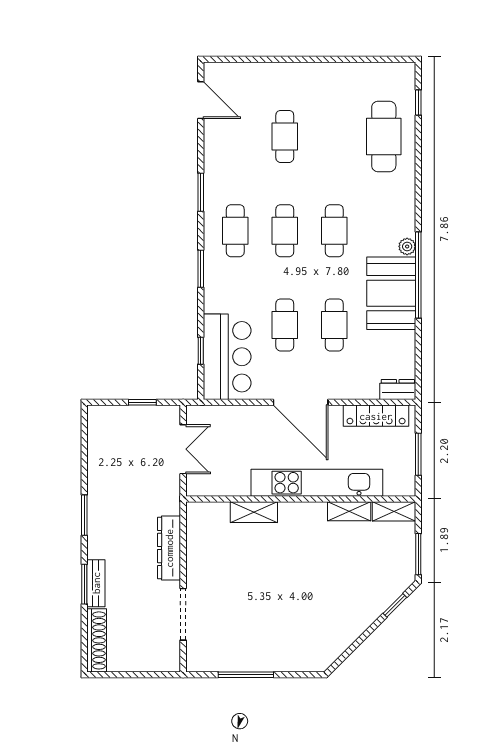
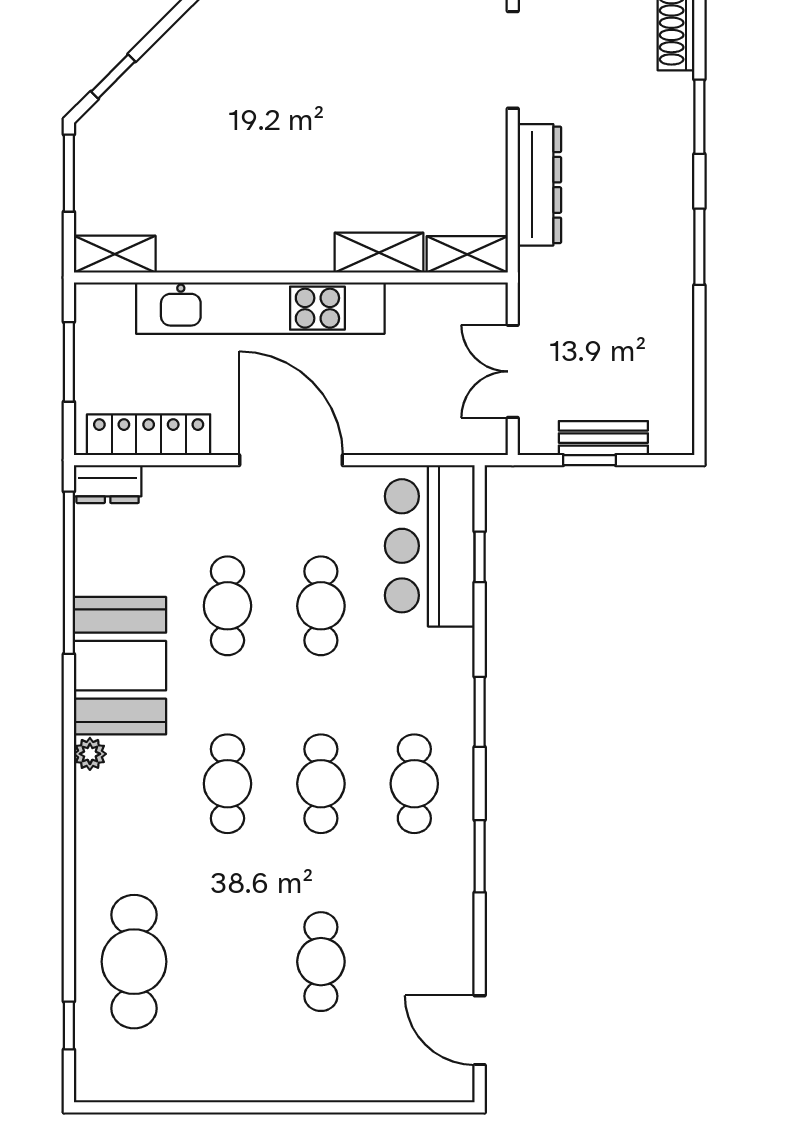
window: (418, 275) -> (69, 573), moved
shelving: (349, 511) -> (467, 254), moved
bench: (96, 583) -> (603, 438), moved, turned 90

